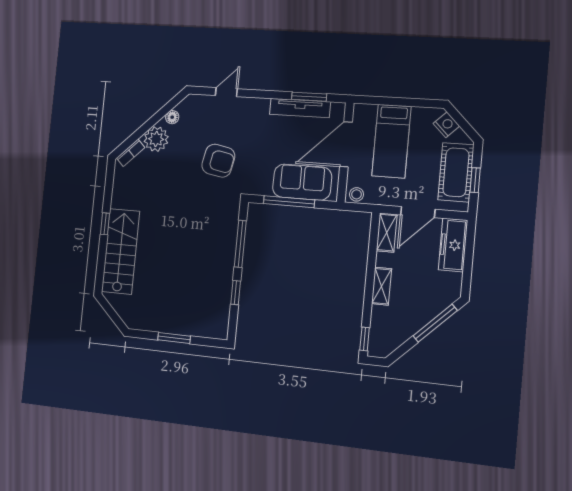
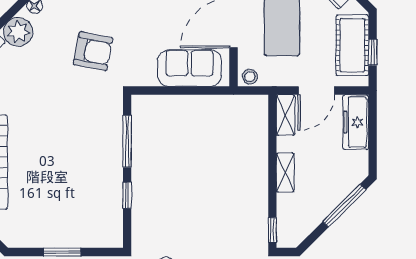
window: (289, 202) -> (177, 90), removed

